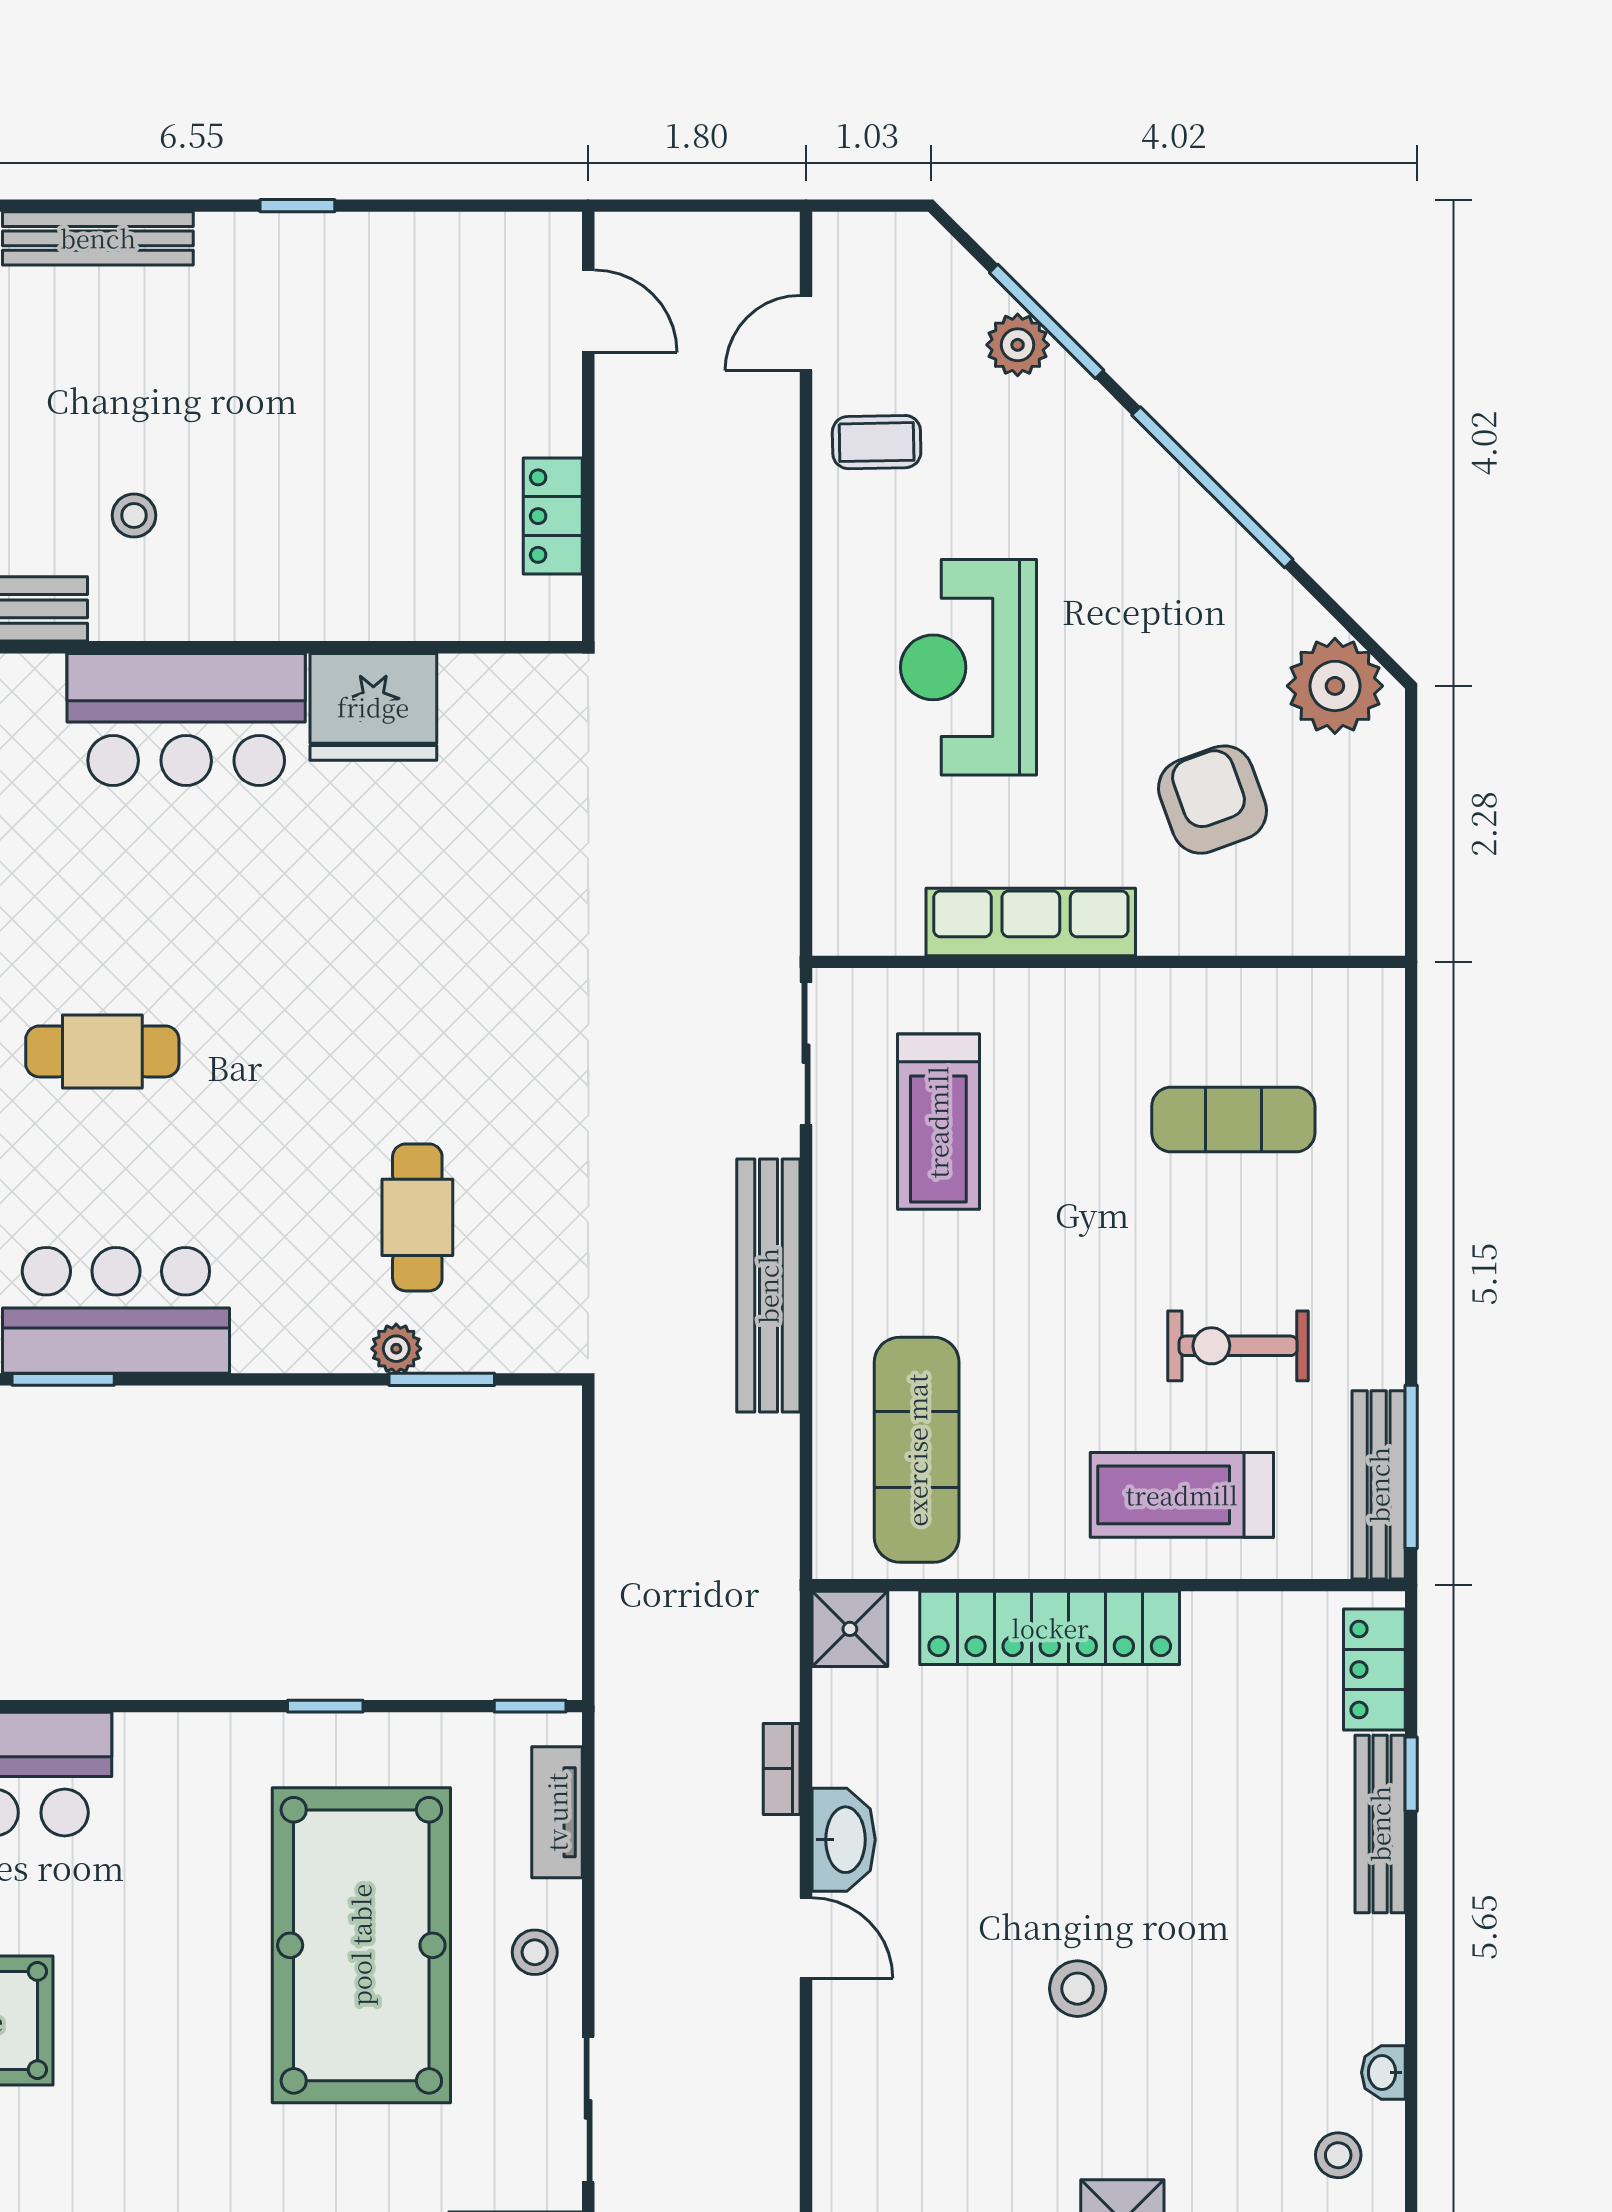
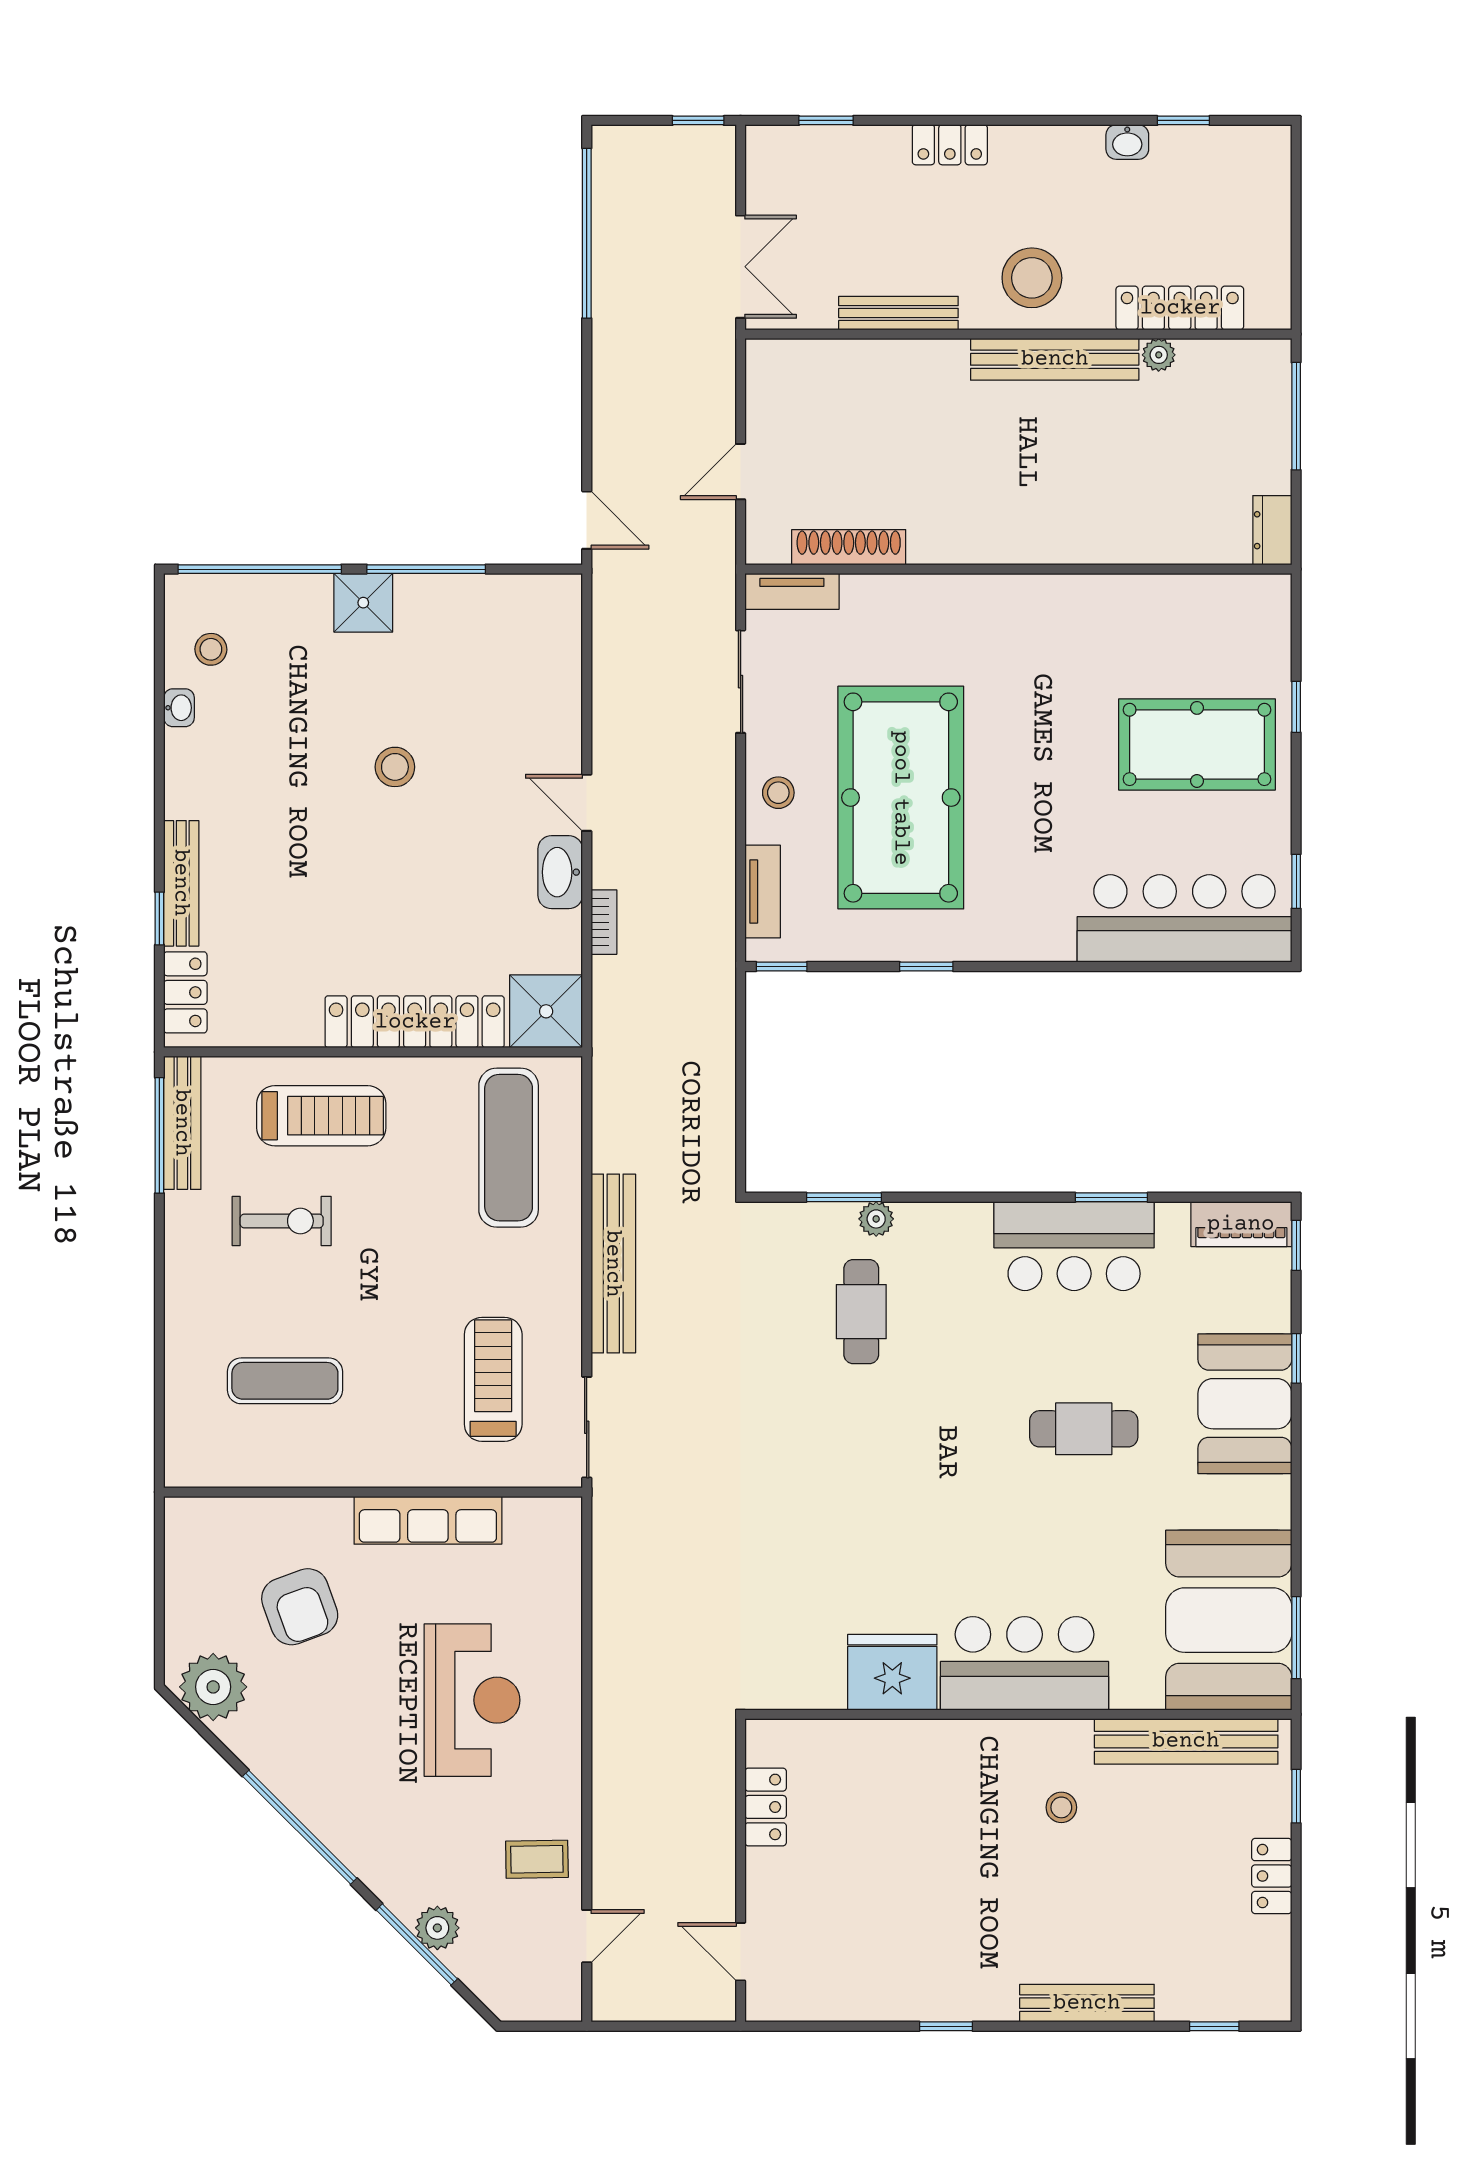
shower: (850, 1629) -> (546, 1011), width x1.36, depth x1.36

